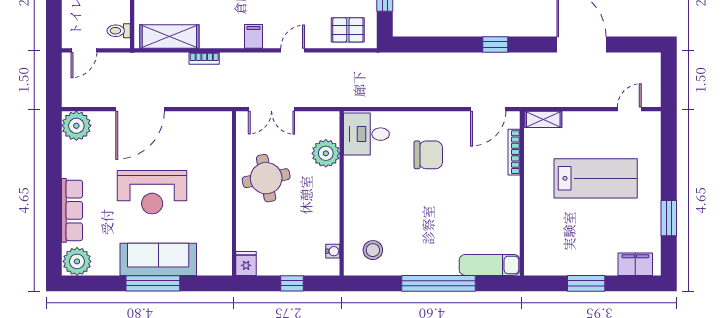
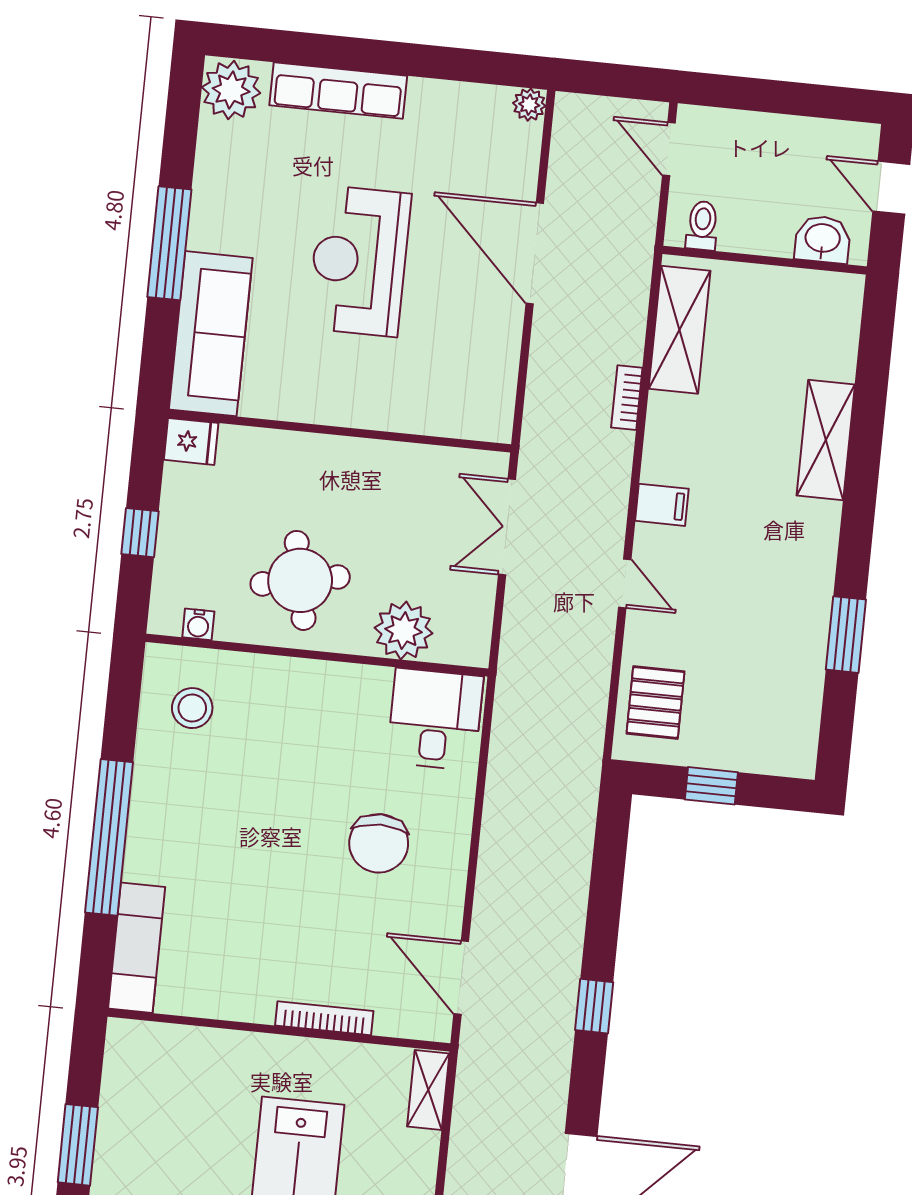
plant: (76, 126) -> (529, 105), width x0.53, depth x0.53
bookcase: (514, 152) -> (324, 1018), moved
round table: (266, 178) -> (300, 580), moved
sofa: (158, 259) -> (211, 334), moved

